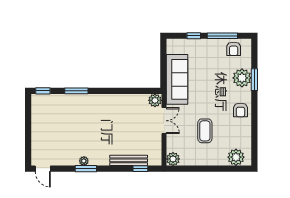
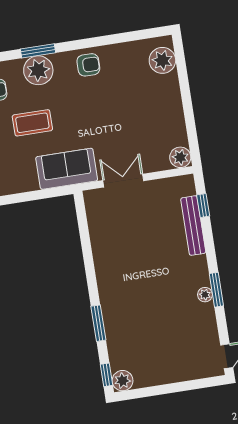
sofa: (177, 79) -> (67, 169), width x0.73
plant: (155, 100) -> (123, 381), moved
coffee table: (205, 131) -> (32, 123), moved

